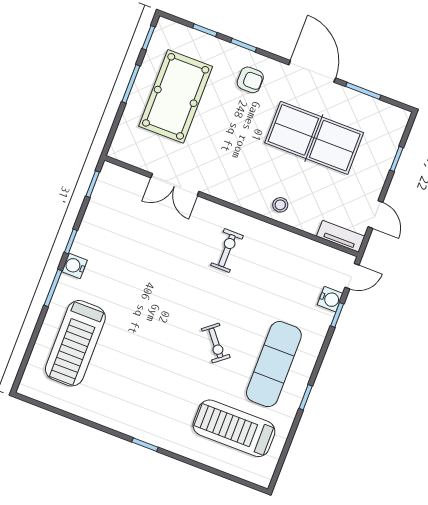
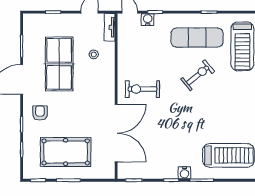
double door: (175, 185) -> (116, 133), width x1.87
stool: (280, 205) -> (94, 54), moved
exercise bike: (227, 251) -> (142, 89), width x1.38, depth x1.39
exercise bike: (216, 343) -> (198, 75), width x1.38, depth x1.39

